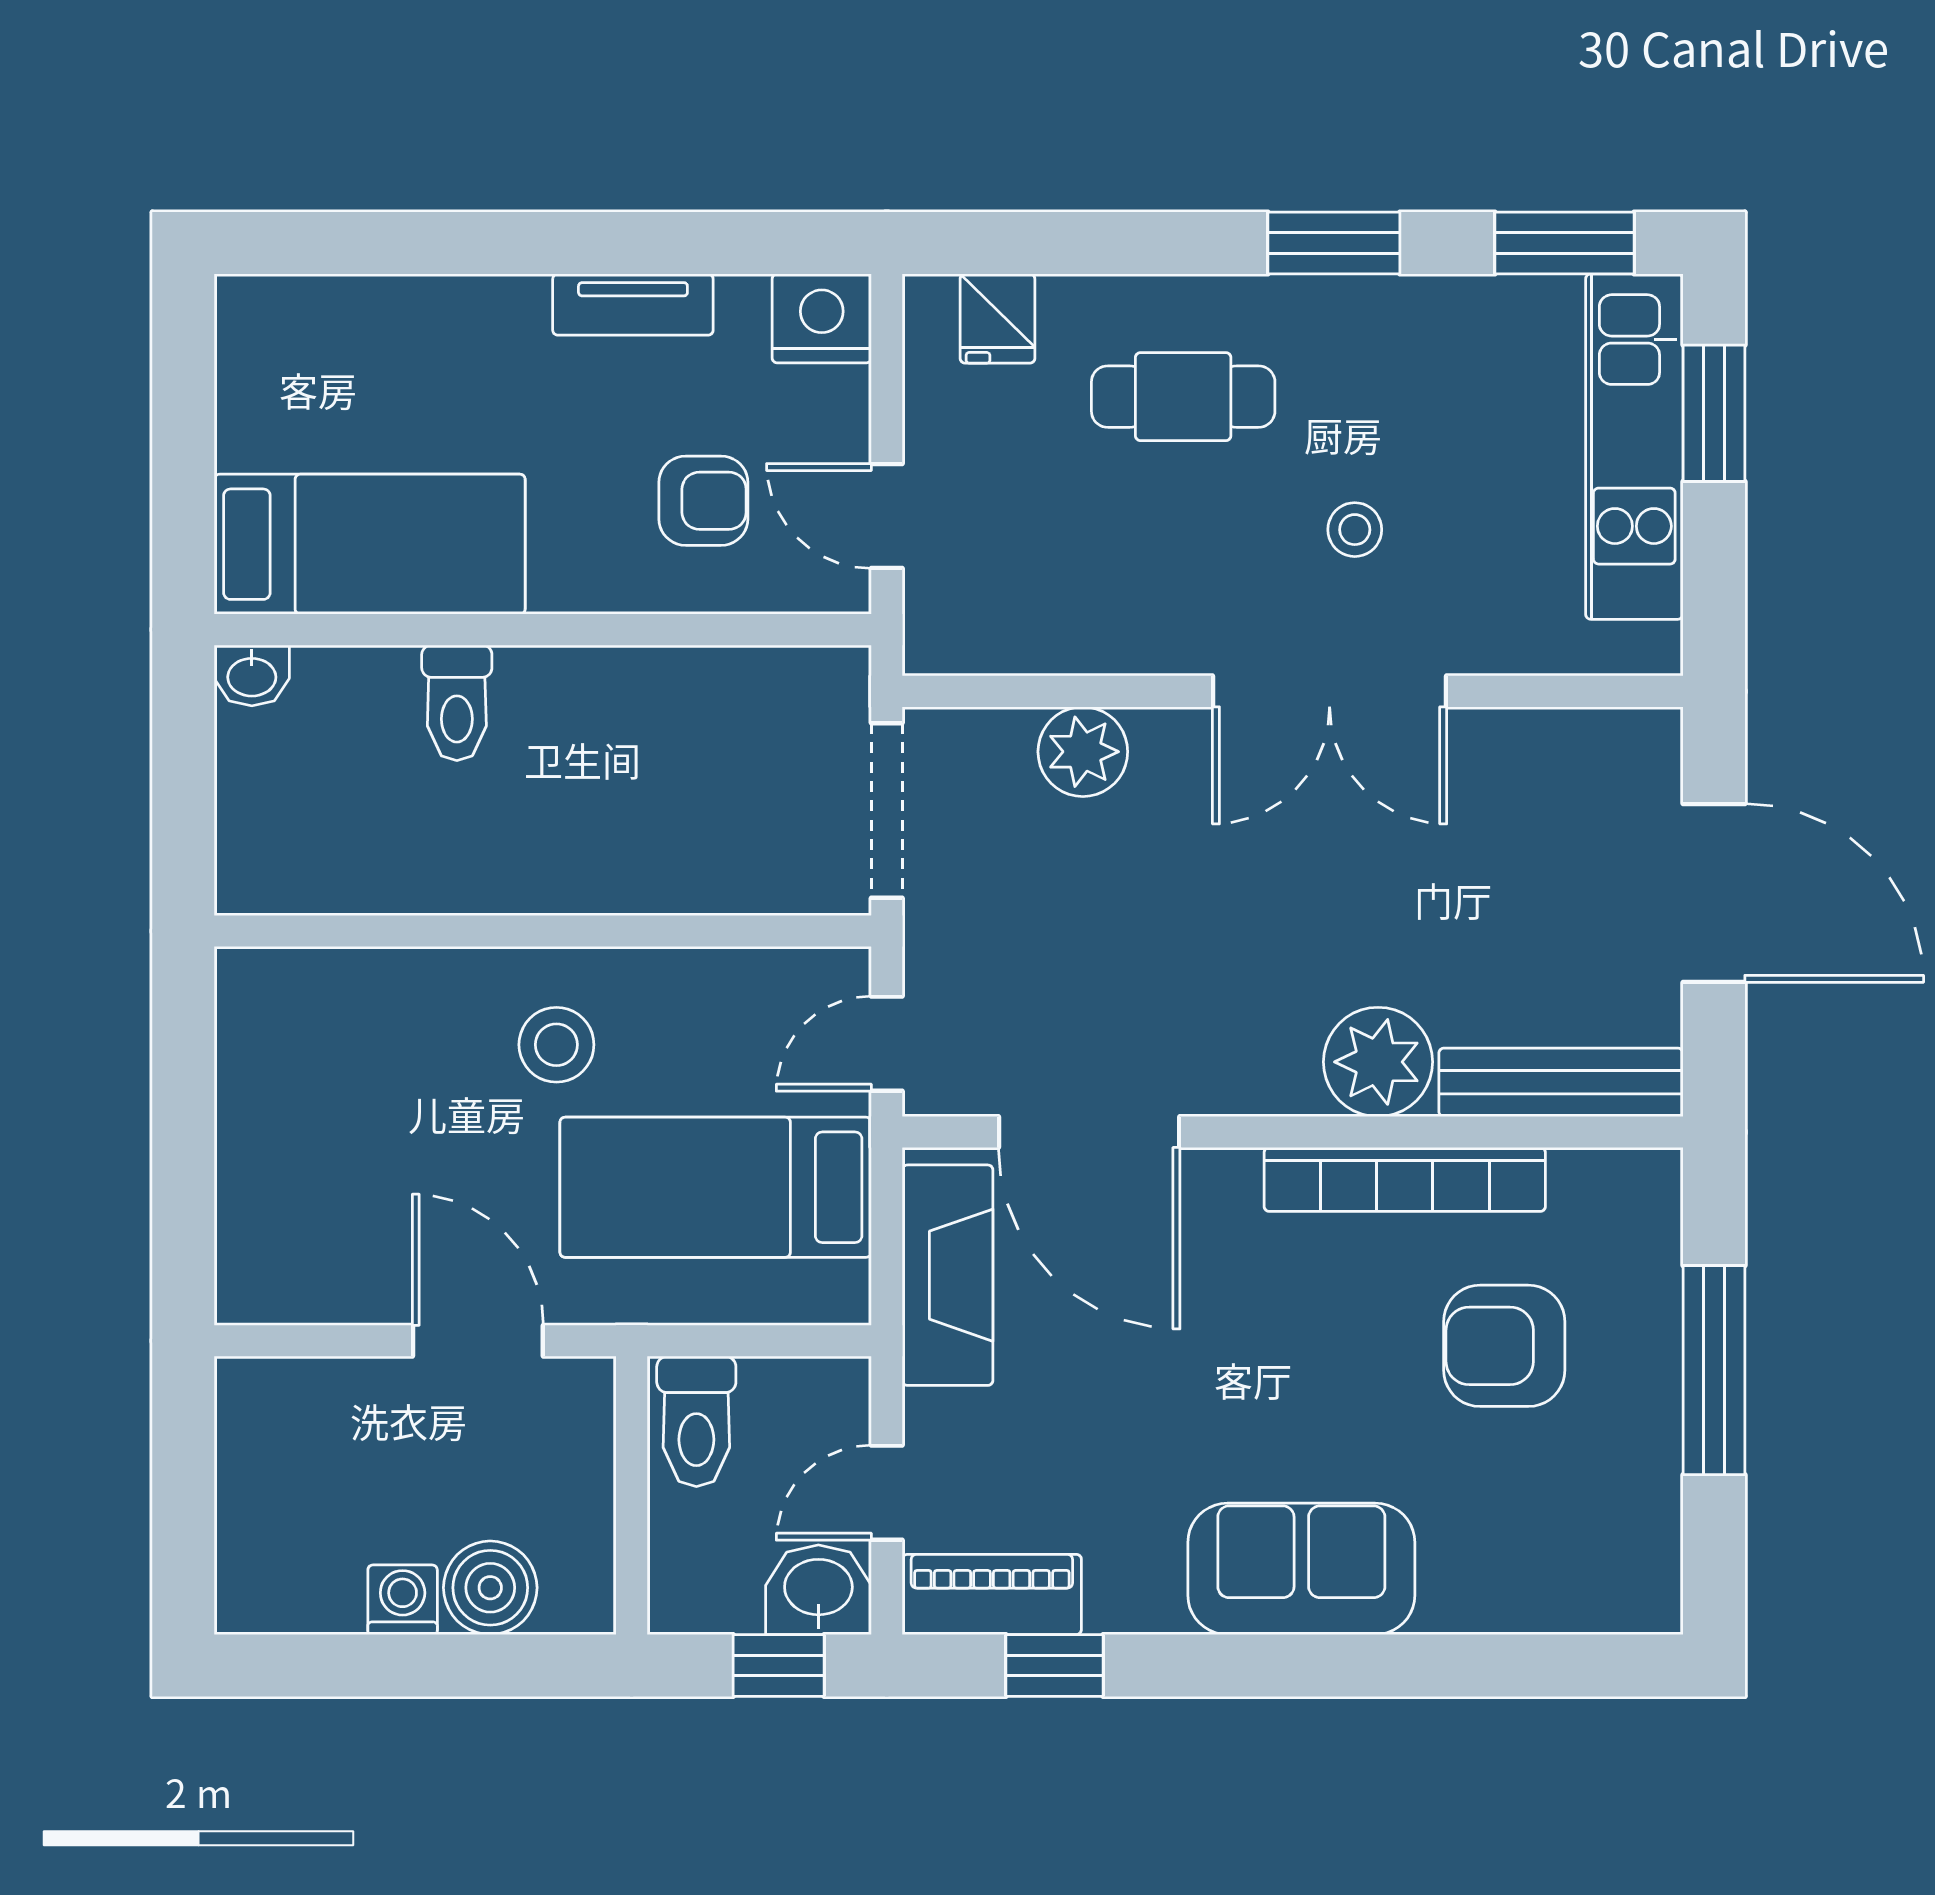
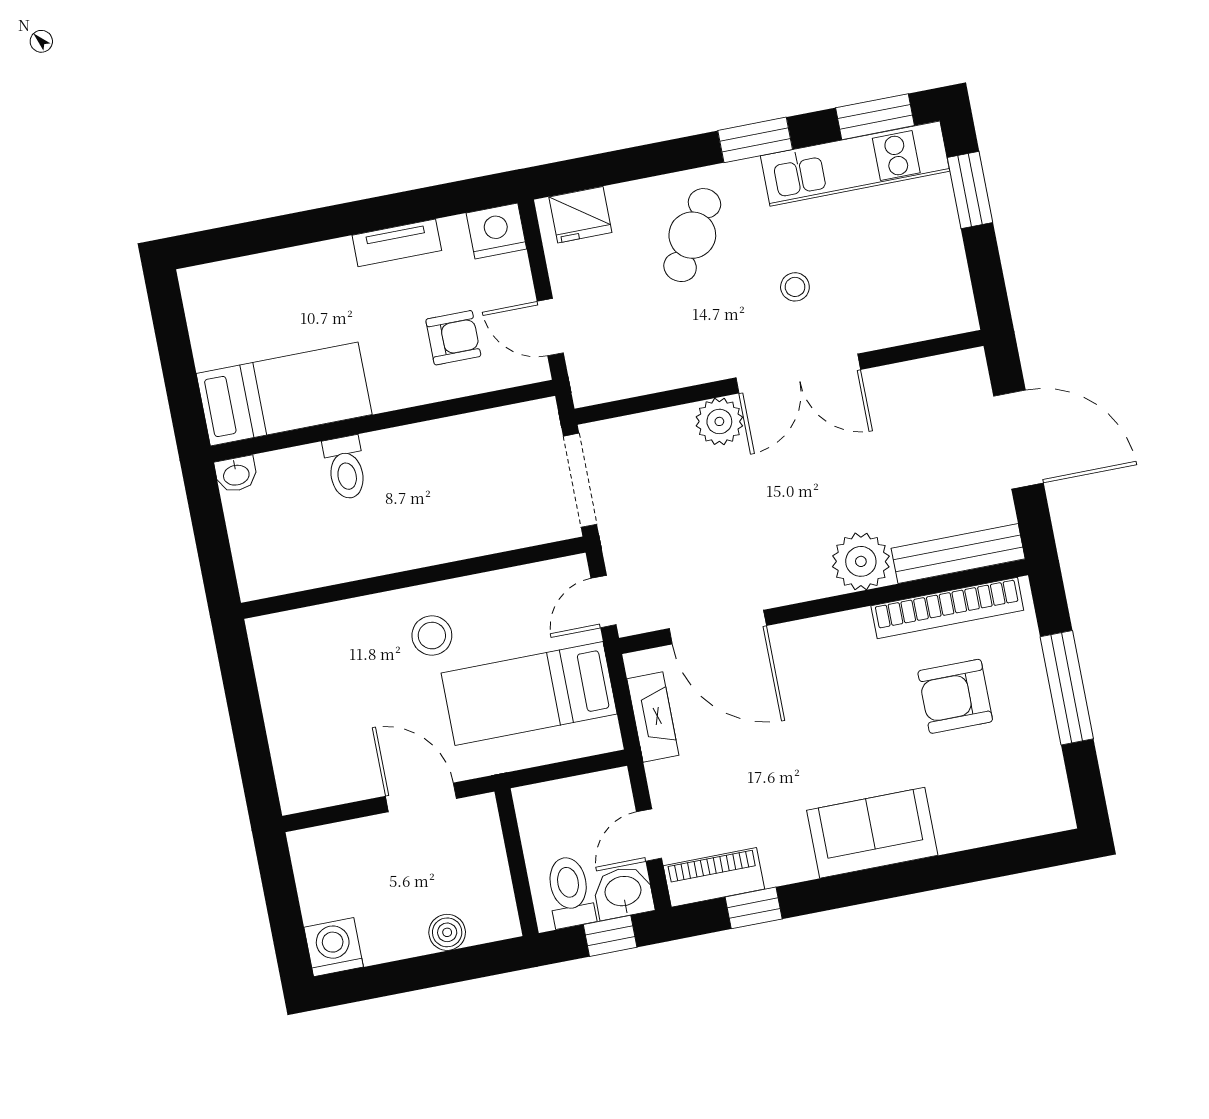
fridge: (997, 319) -> (580, 215), width x1.38
cafe table: (1183, 397) -> (692, 235), turned -58
kitchen unit: (1634, 447) -> (855, 164), moved, turned -90
plant: (1083, 752) -> (719, 421), moved
bookcase: (1405, 1179) -> (947, 608), moved
fireplace: (948, 1275) -> (653, 717), width x0.73, depth x0.76
toilet: (696, 1421) -> (570, 892), moved, turned 180
boiler: (490, 1588) -> (447, 932), width x0.73, depth x0.73
washing machine: (403, 1600) -> (334, 947), moved, width x1.38, depth x1.38

